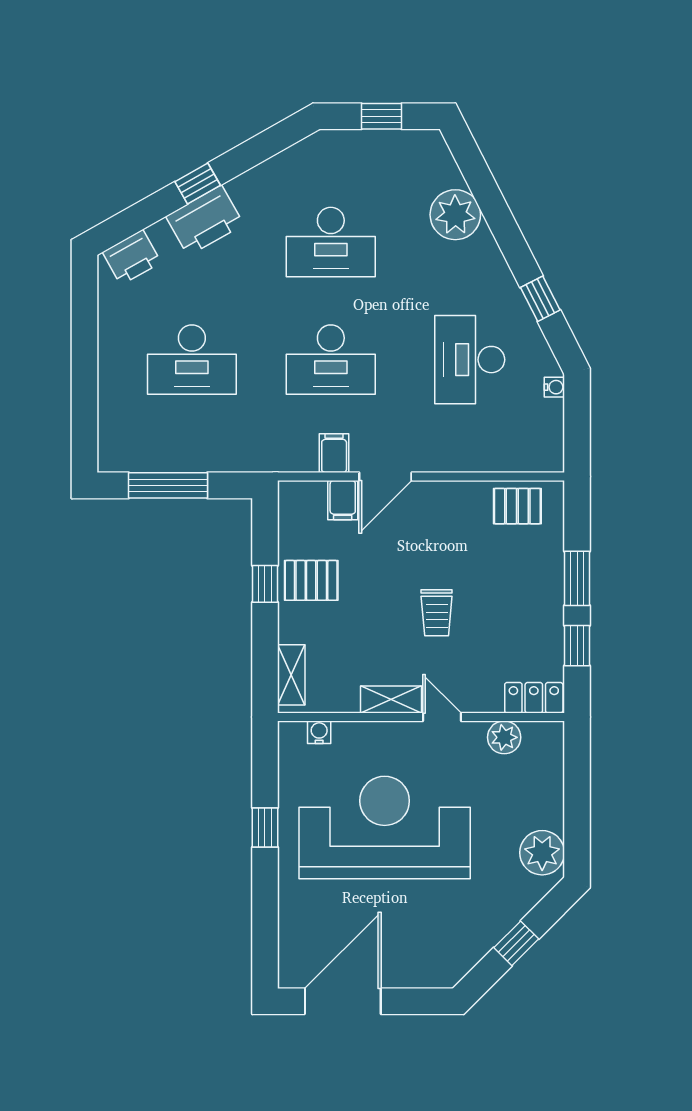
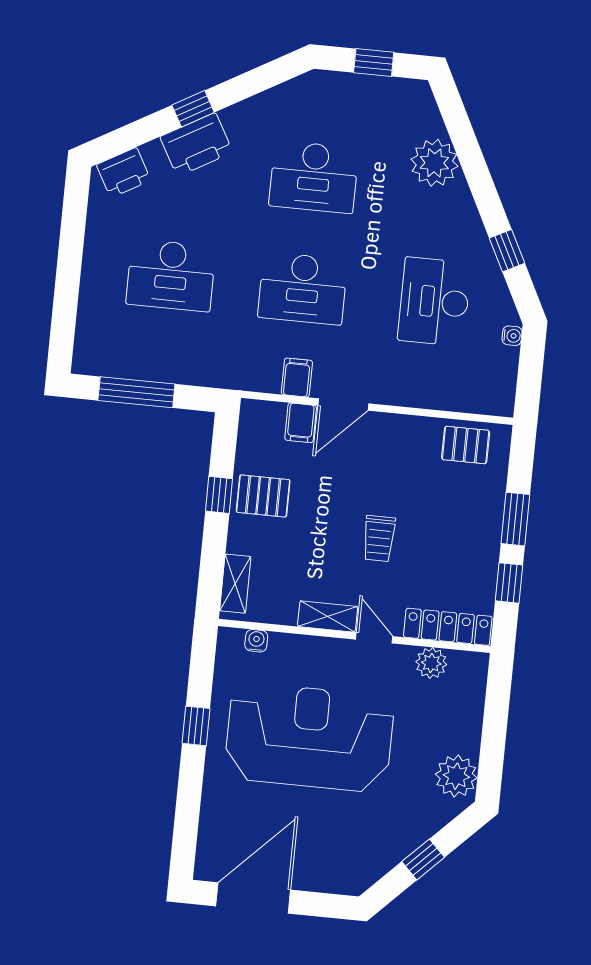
locker: (534, 698) -> (448, 627), width x1.53

